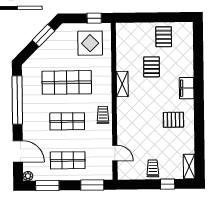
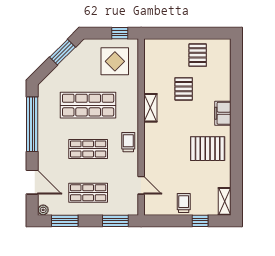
pallet: (173, 120) -> (208, 149), width x1.50, depth x1.42

